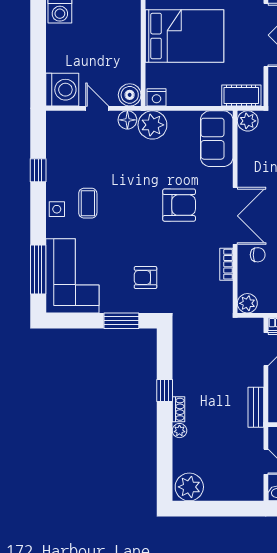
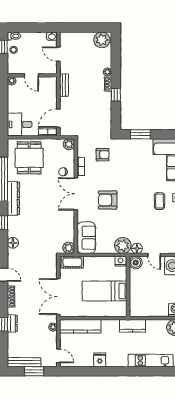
bed: (185, 36) -> (105, 291), width x0.67
armchair: (145, 278) -> (103, 155), moved

